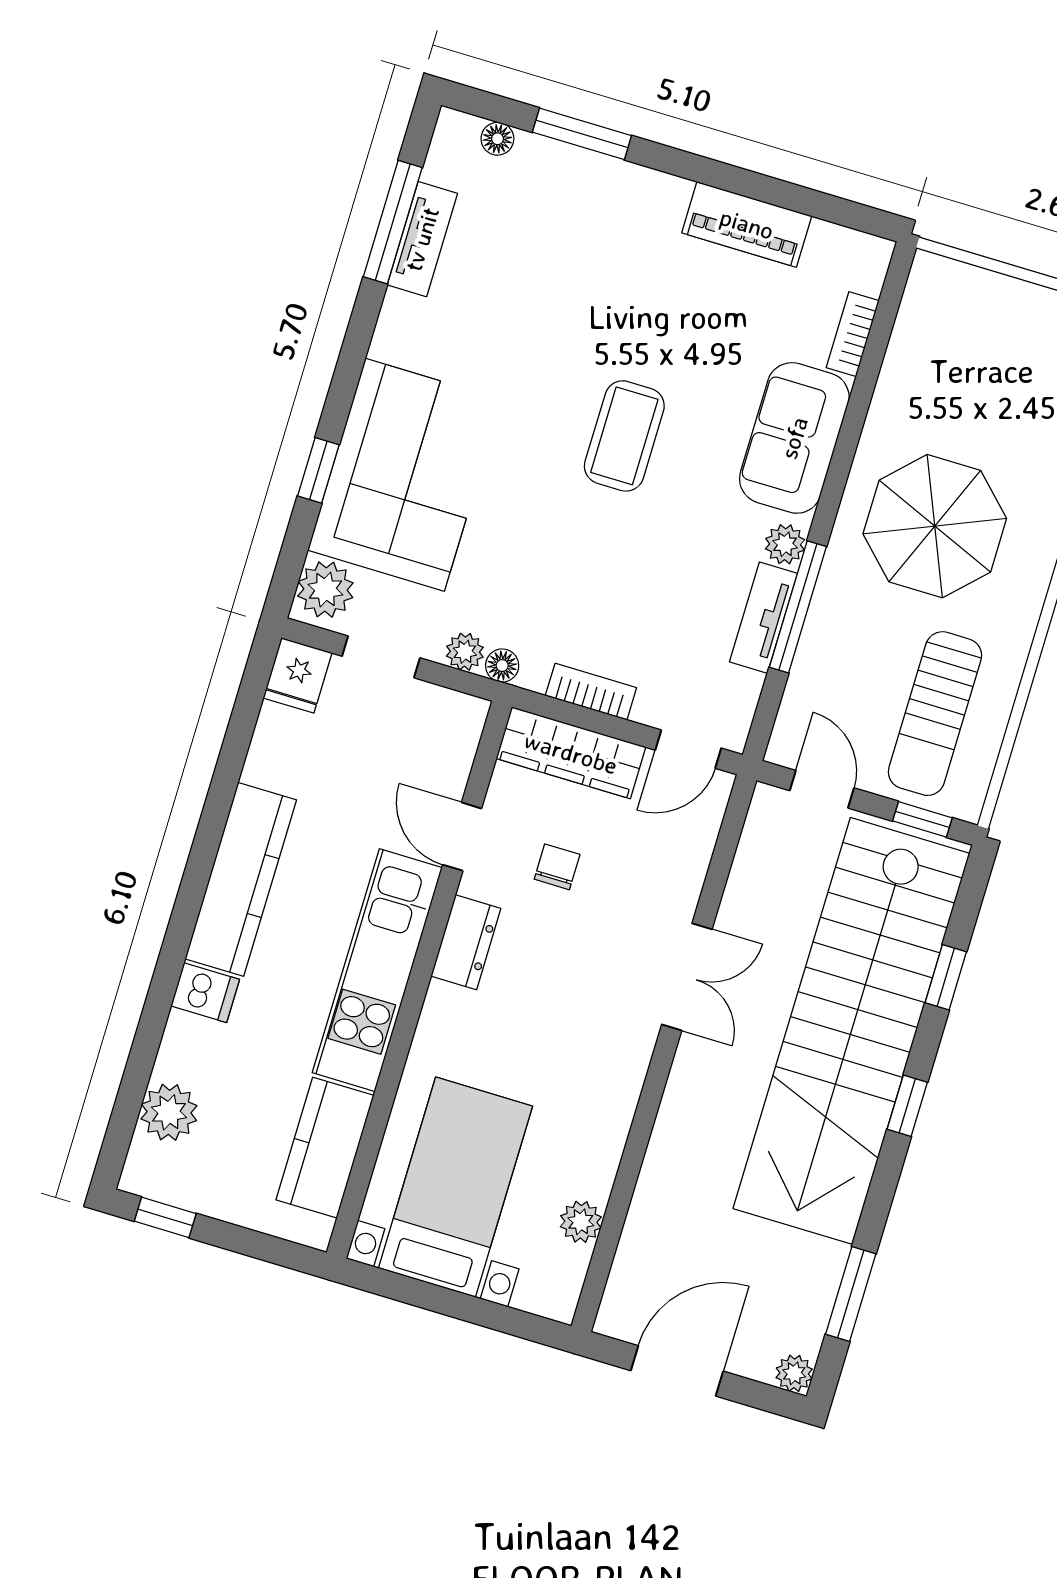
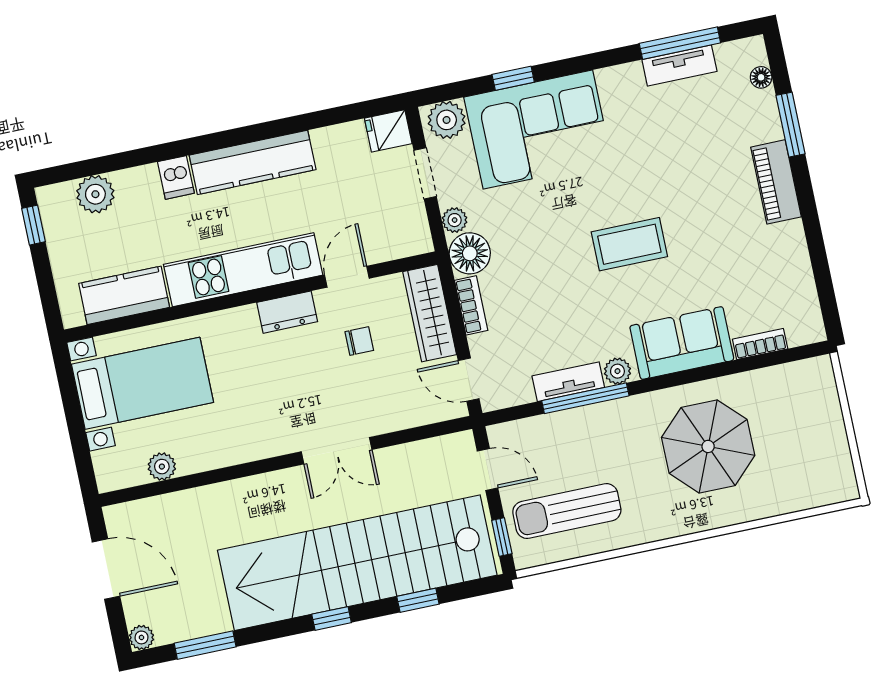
piano: (747, 224) -> (776, 182), moved
parasol: (935, 526) -> (708, 446), moved
floor lamp: (502, 666) -> (470, 253), width x1.89, depth x1.89
door: (822, 789) -> (488, 470), hinge flipped

